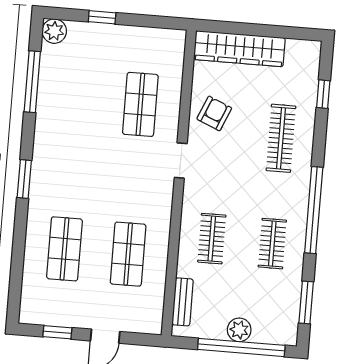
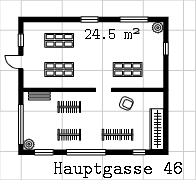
wardrobe: (239, 49) -> (157, 129), moved
plant: (239, 330) -> (29, 144), moved

